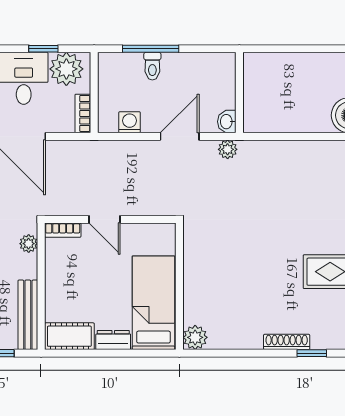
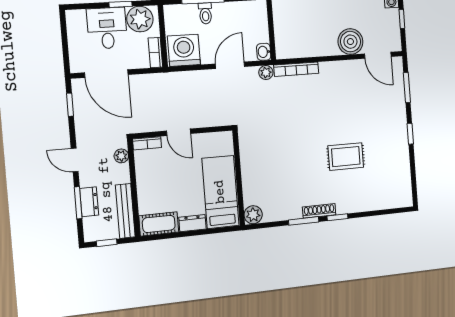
washing machine: (130, 122) -> (184, 50), width x1.89, depth x1.89
bookcase: (270, 148) -> (296, 69), added
window: (264, 353) -> (304, 221), added

